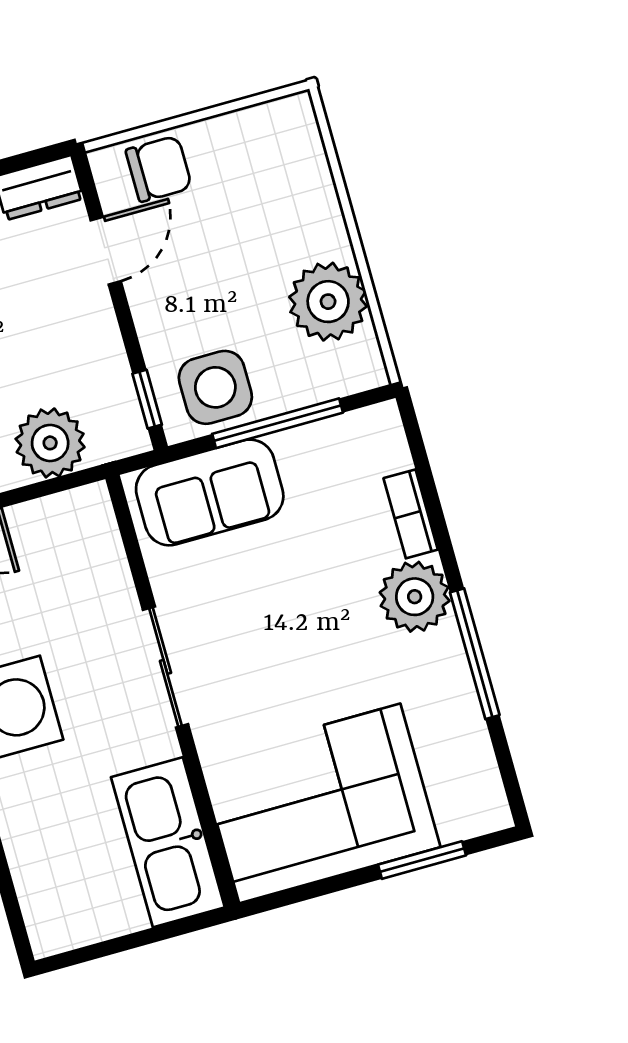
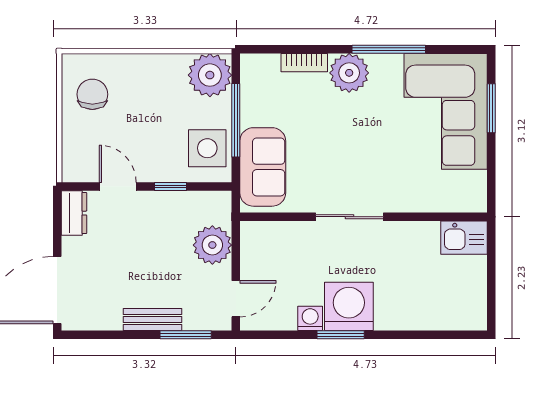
chair: (159, 169) -> (92, 94), moved
plant: (328, 302) -> (210, 75), moved
window: (147, 399) -> (170, 186), moved
corner sofa: (320, 803) -> (446, 111), moved
kitchen sink: (168, 842) -> (464, 238), width x0.53, depth x0.81

